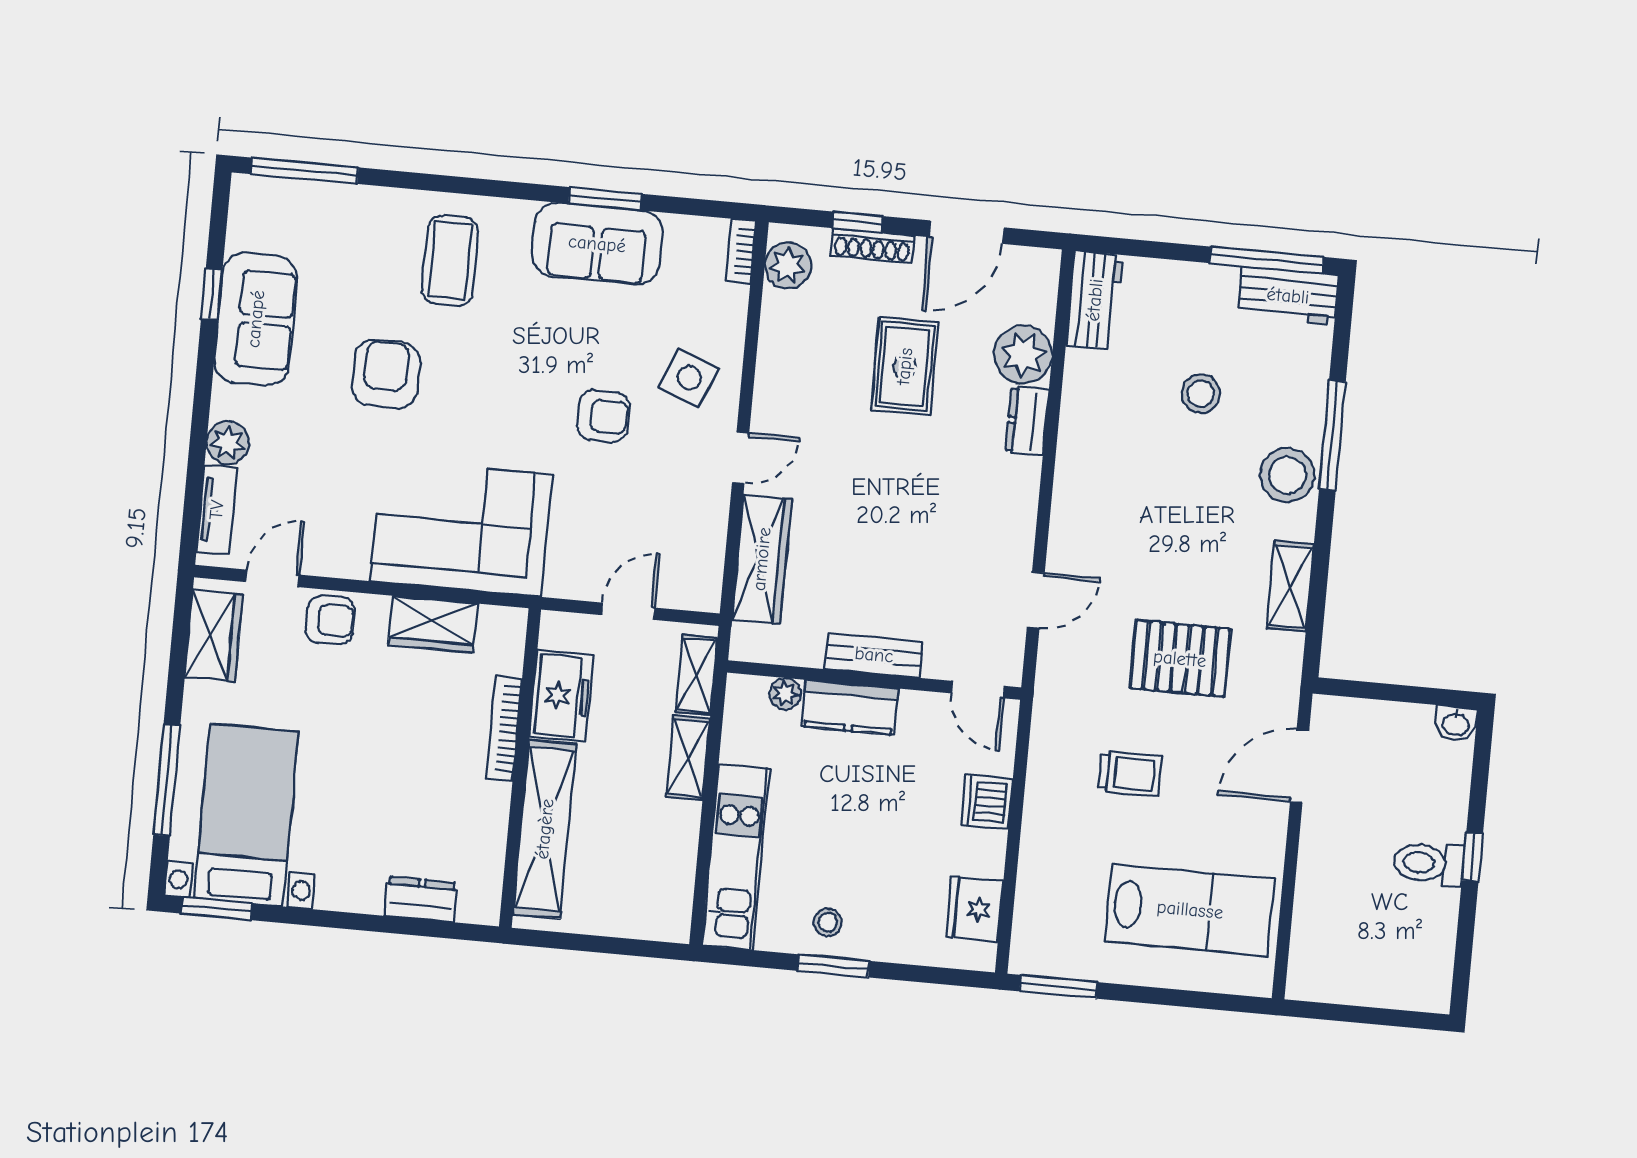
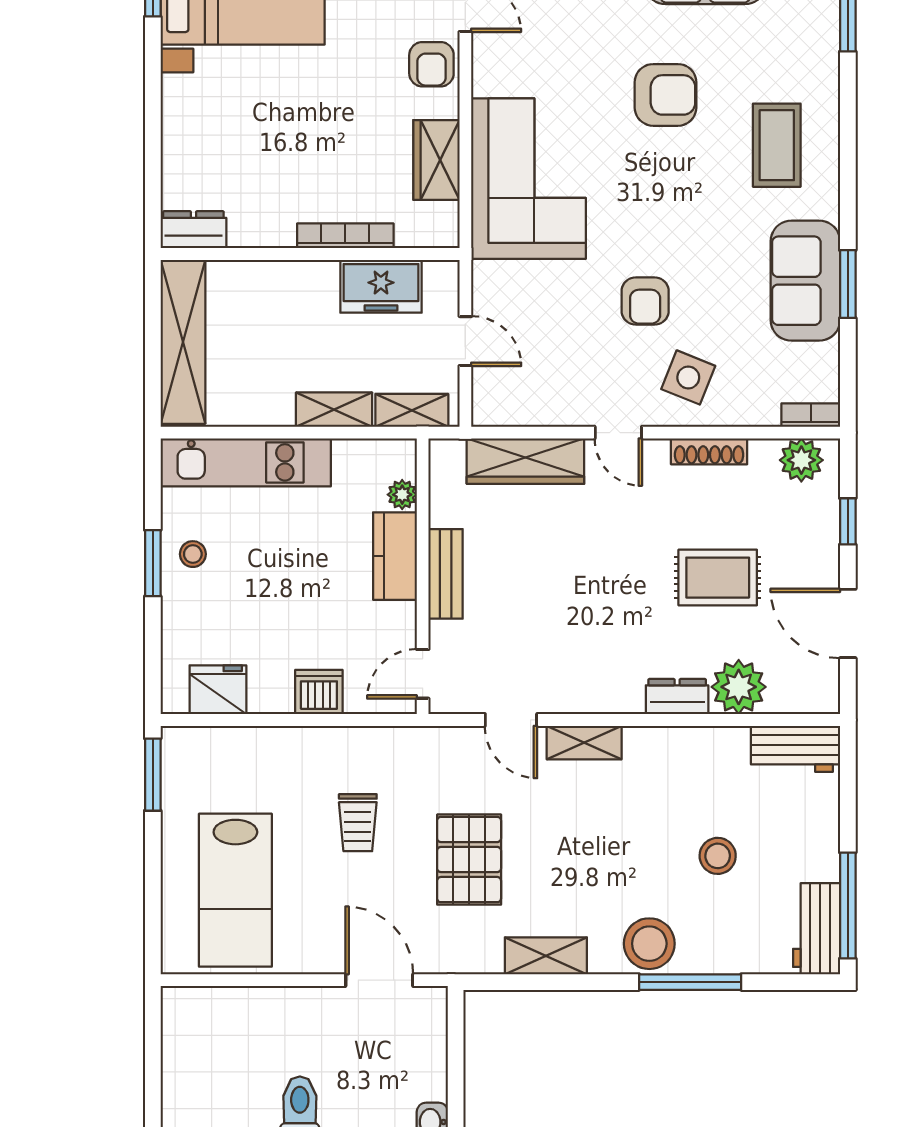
shoe rack: (872, 246) -> (709, 451), moved, turned -90
coffee table: (450, 261) -> (777, 145), turned 90
shelving: (1067, 525) -> (584, 743), added
shelving: (545, 829) -> (183, 342), moved, turned 90
dresser: (421, 899) -> (193, 230), moved, turned -90

